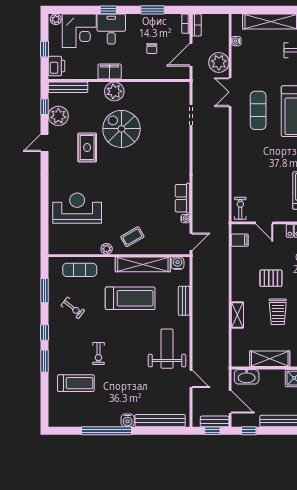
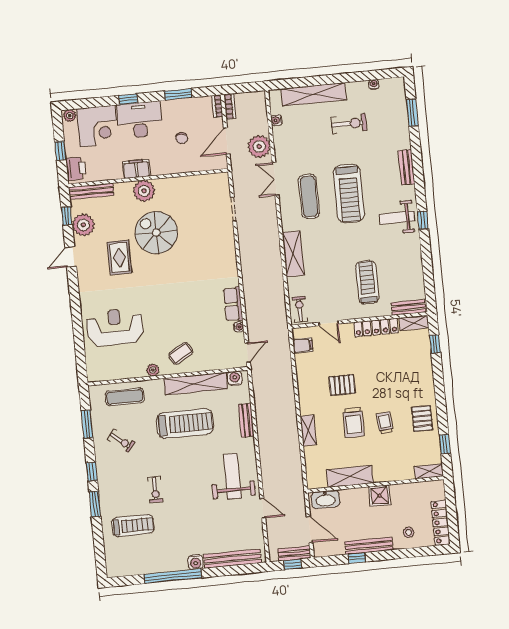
desk: (111, 29) -> (140, 120), width x1.37
shelving: (239, 159) -> (293, 254), added
window: (249, 431) -> (357, 558), moved

